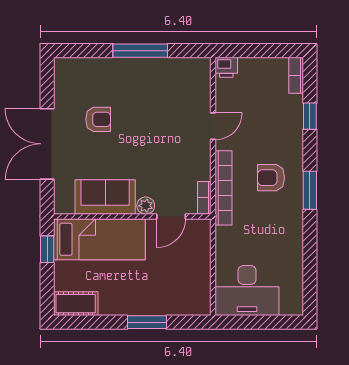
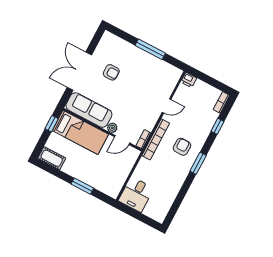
armchair: (271, 178) -> (182, 147), turned 90
sofa: (105, 197) -> (89, 110), width x1.36
desk: (247, 291) -> (136, 194), width x0.73

